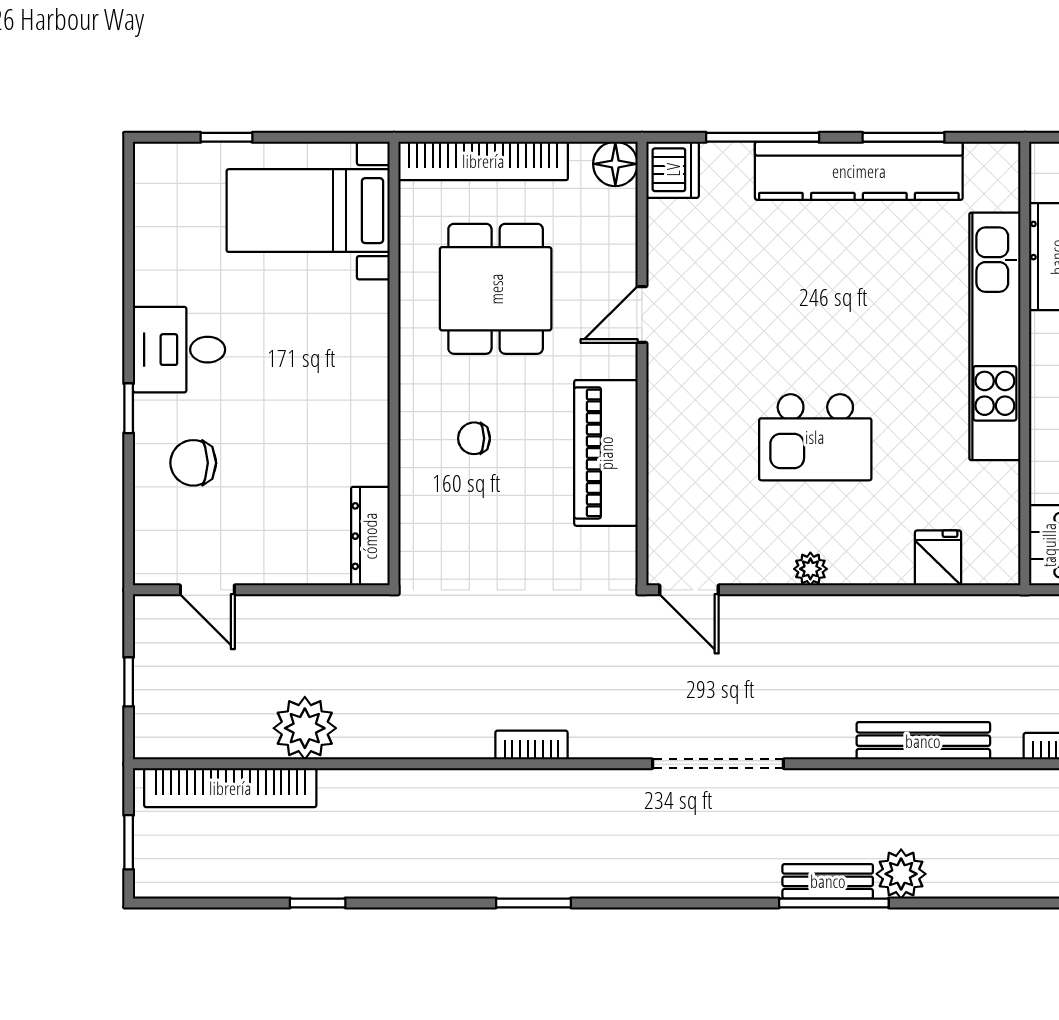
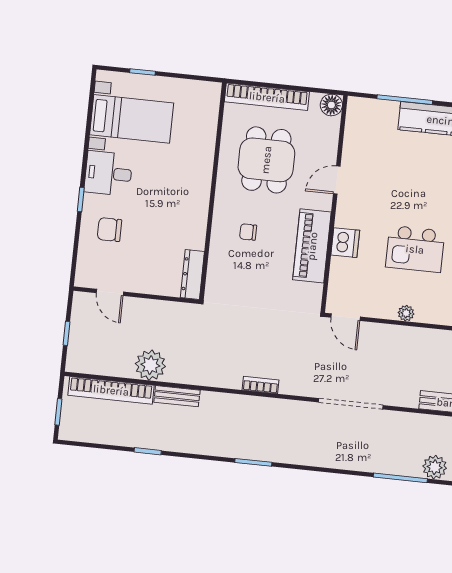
dishwasher: (673, 170) -> (345, 243), moved
bed with nightstands: (308, 211) -> (132, 119), moved, turned 180
bench: (828, 881) -> (177, 396), moved

